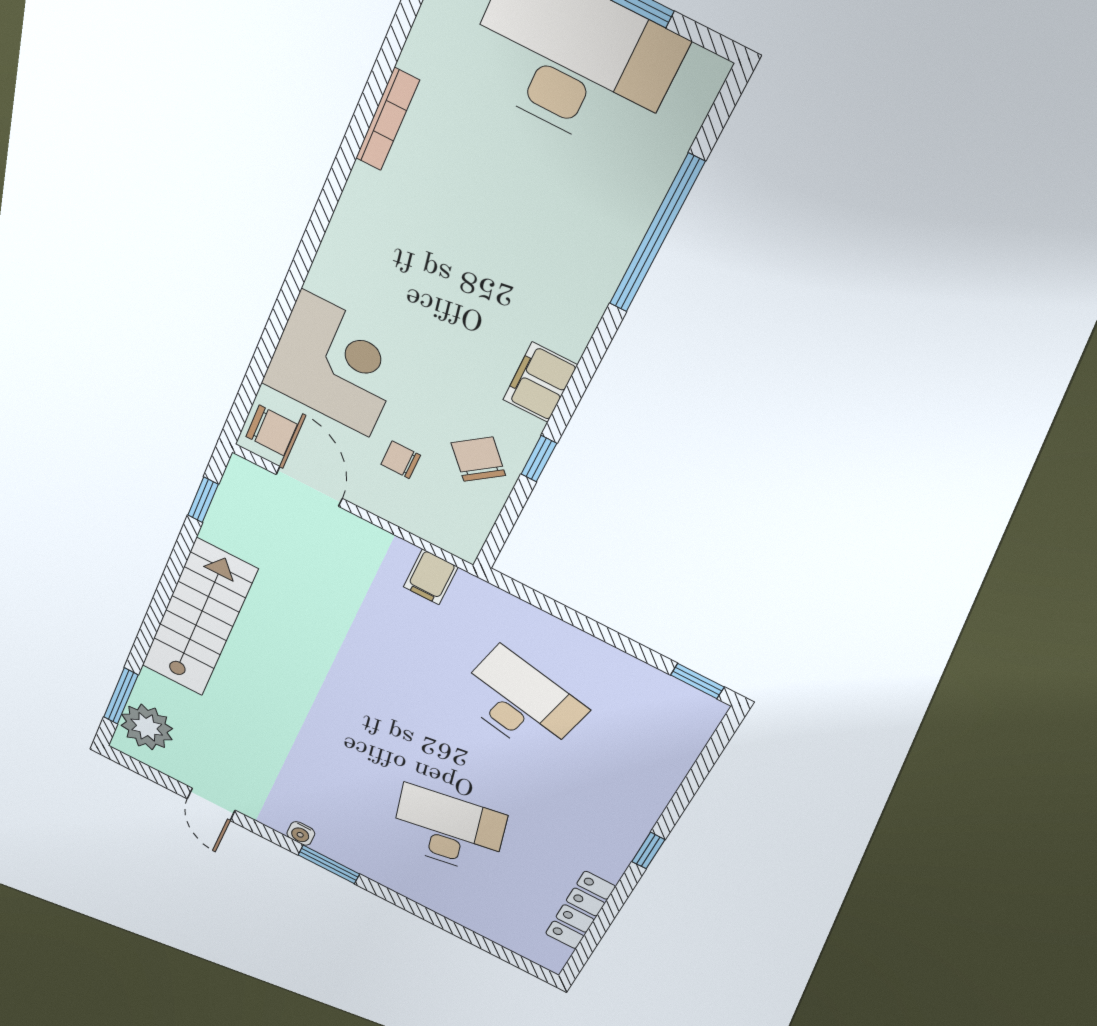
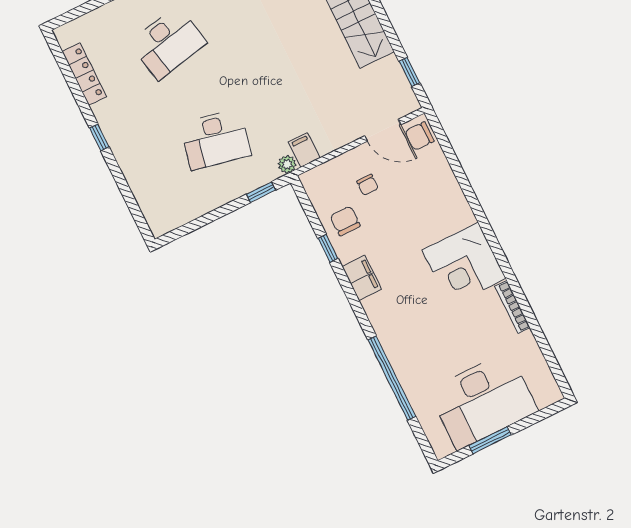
corner desk: (336, 364) -> (464, 264), moved
chair: (478, 459) -> (345, 221), turned -140
chair: (401, 460) -> (368, 185), turned 90
plant: (470, 588) -> (287, 164), added
window: (697, 681) -> (261, 192), moved

